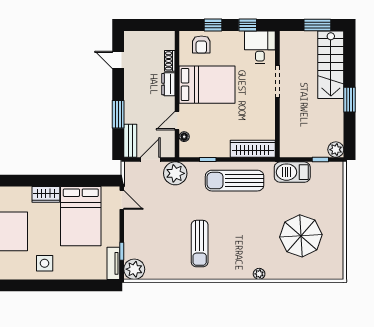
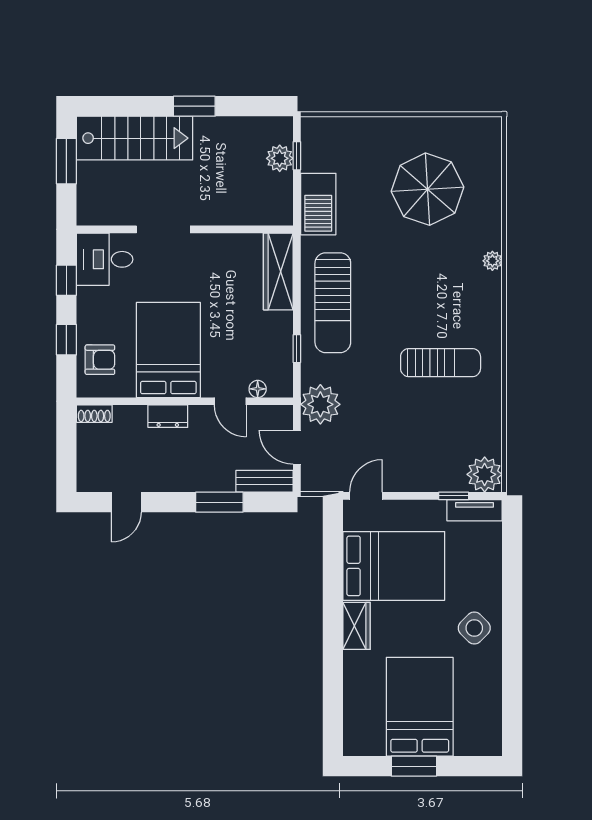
shoe rack: (170, 61) -> (94, 414), moved
plant: (336, 150) -> (280, 158), moved
side table: (45, 263) -> (474, 628), turned 45

